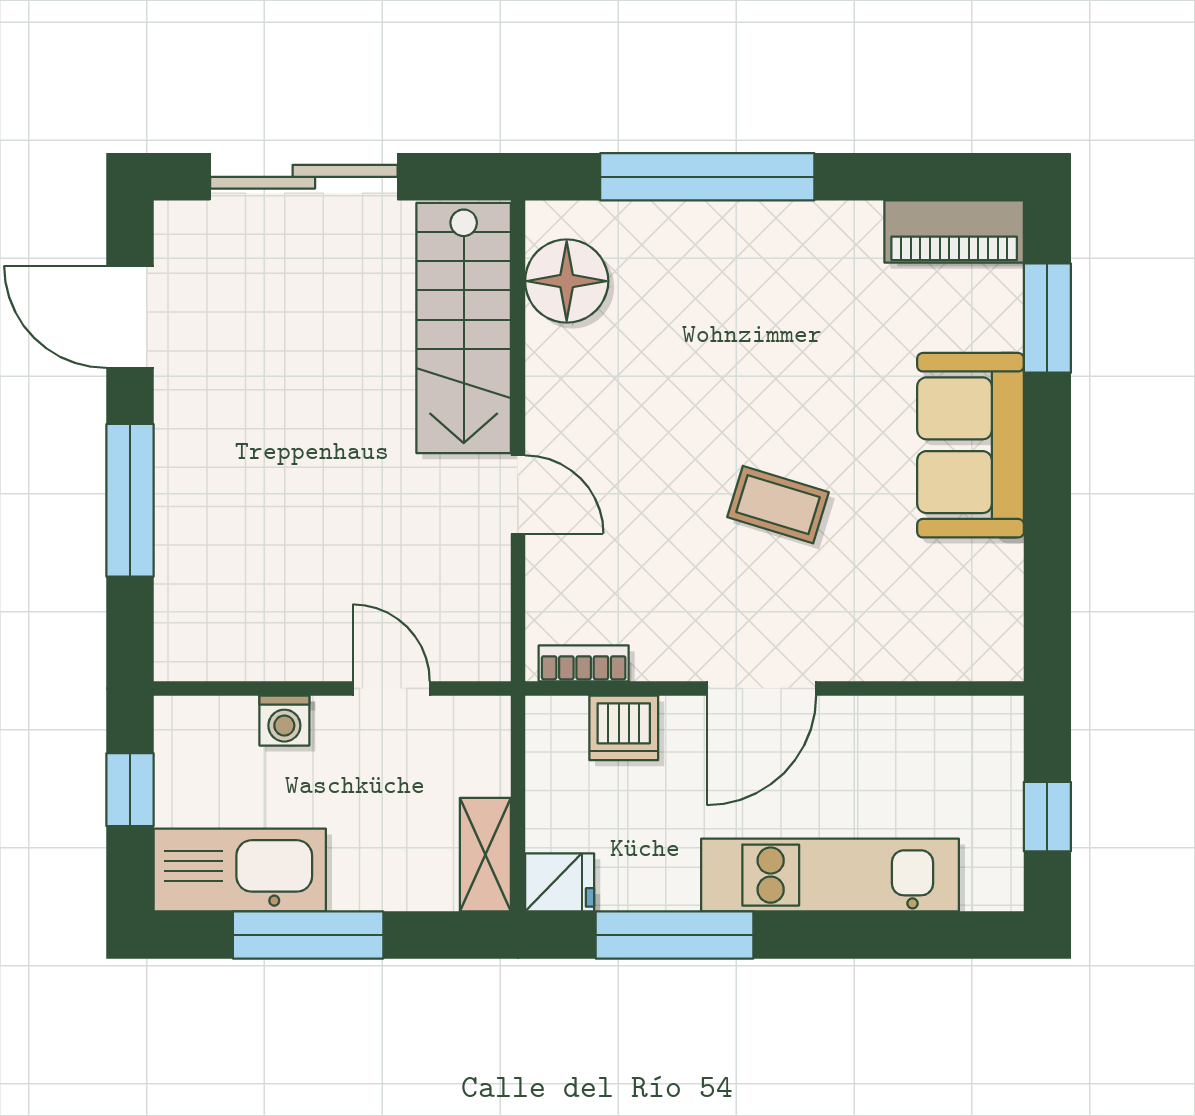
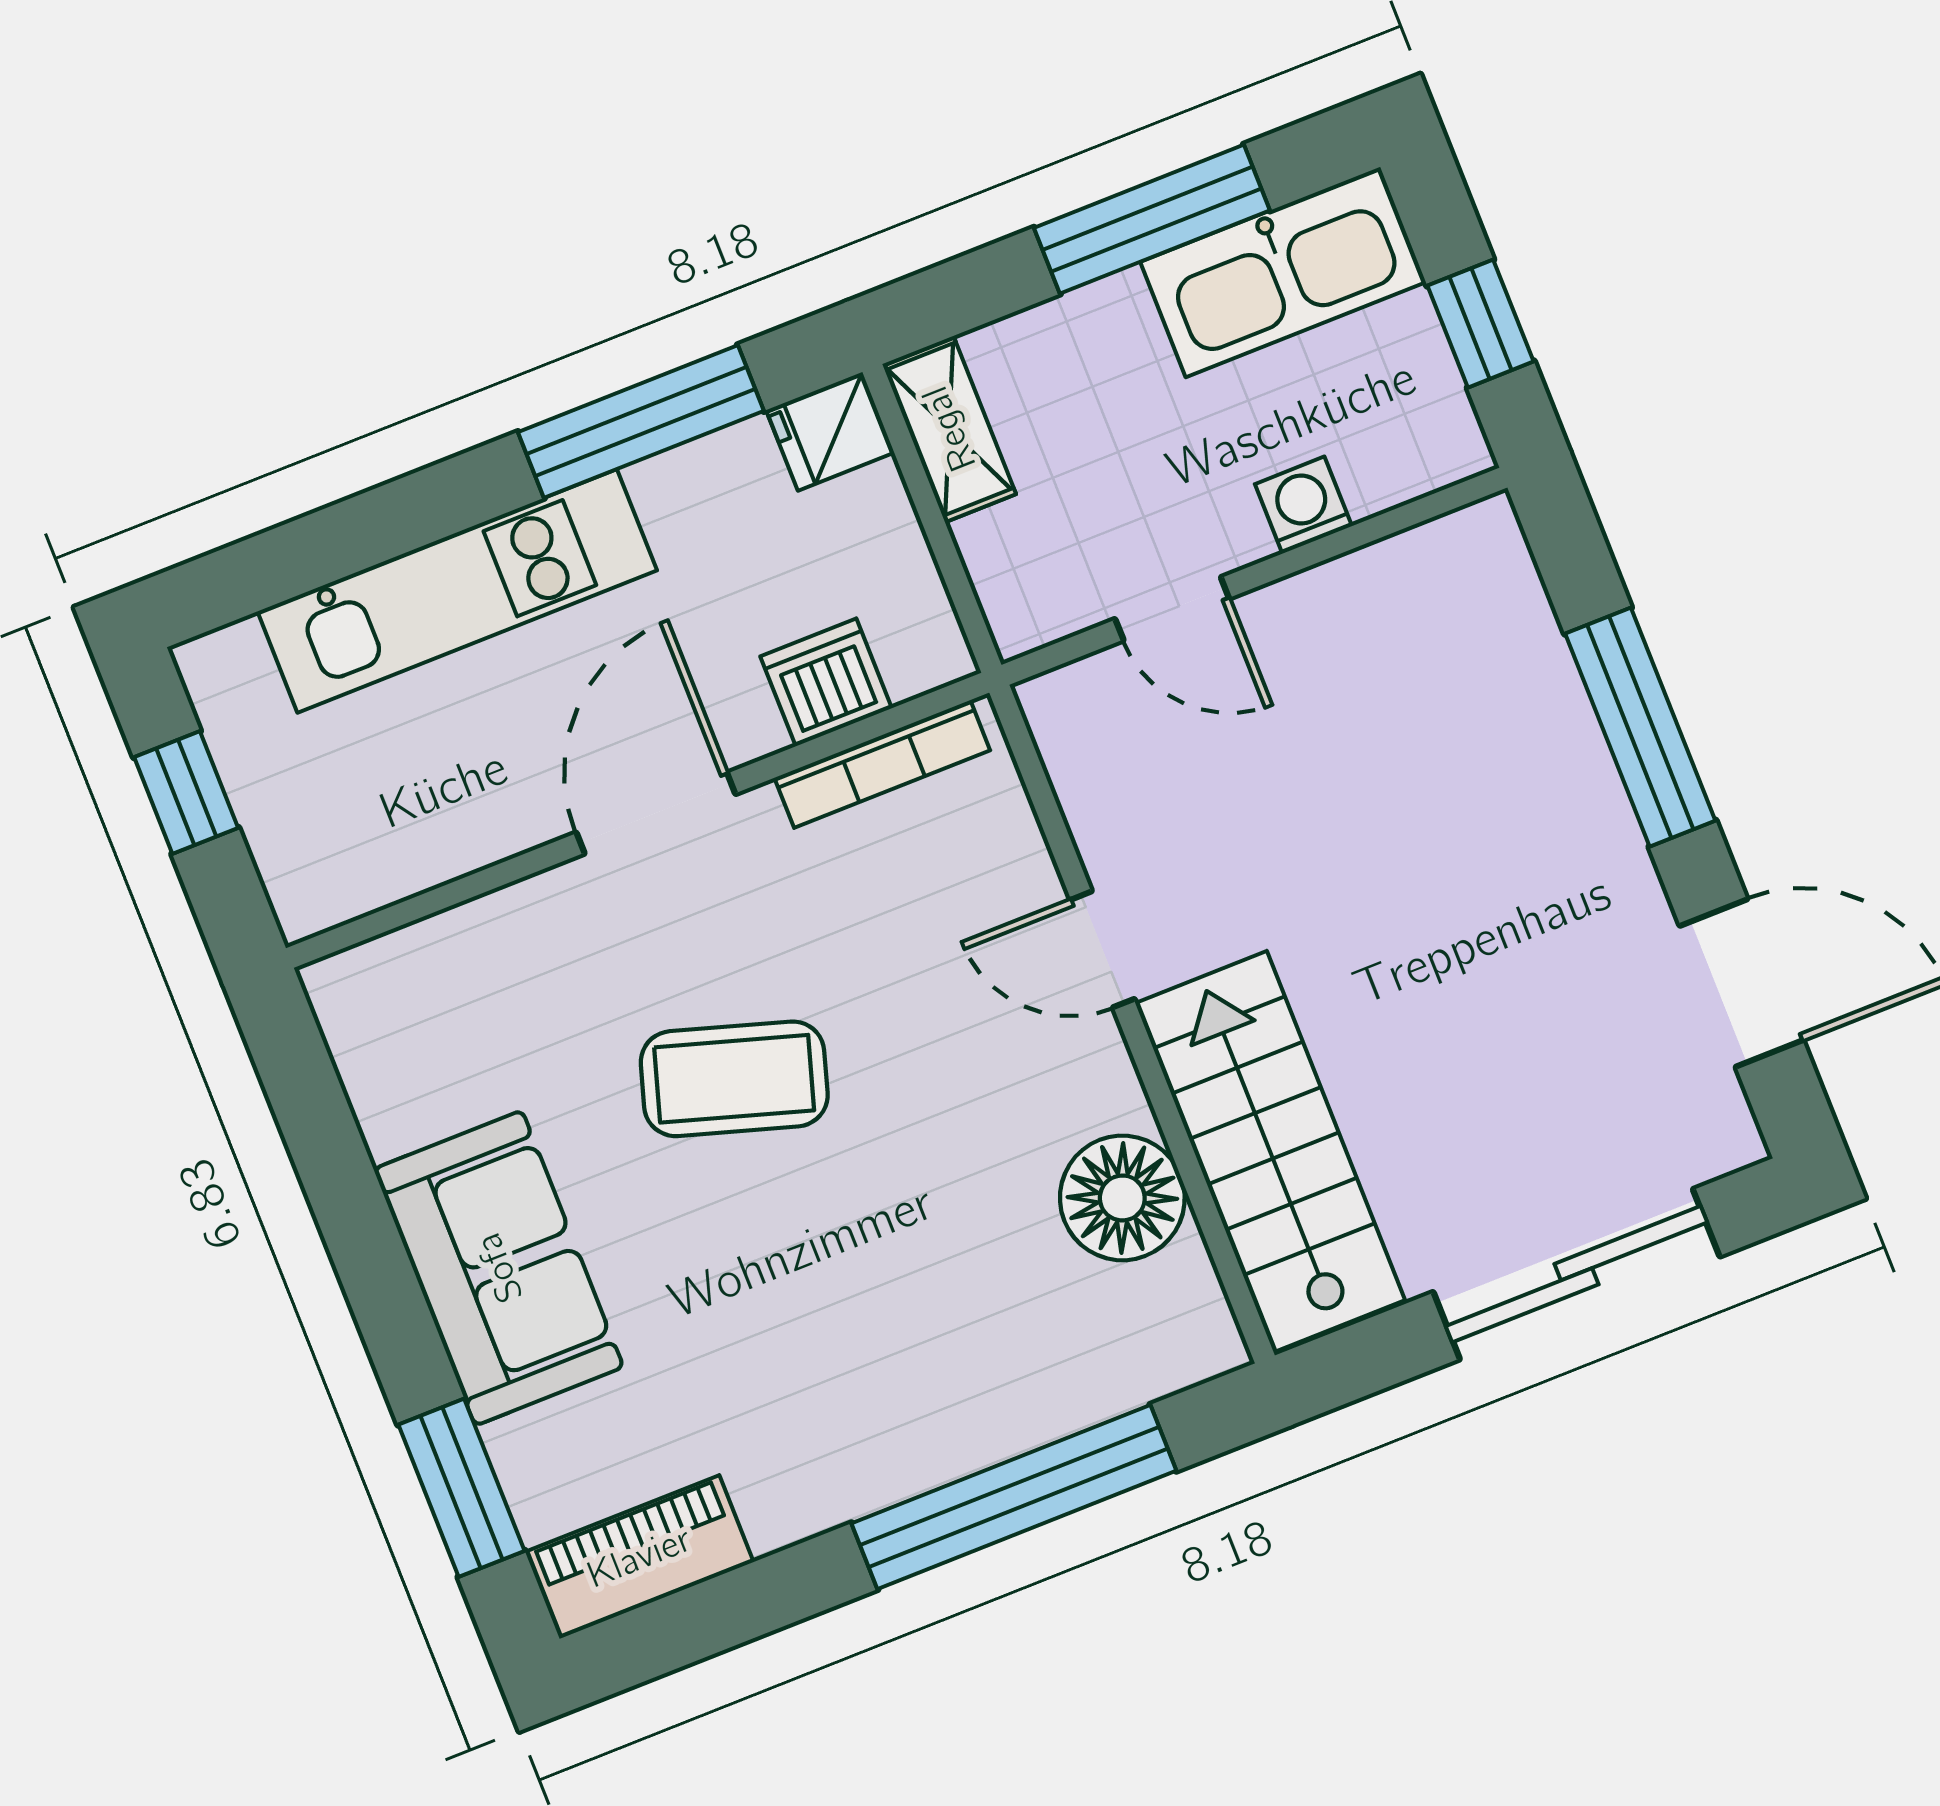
floor lamp: (567, 281) -> (1122, 1198), moved
coffee table: (778, 505) -> (734, 1079), width x1.36, depth x1.30
bookcase: (584, 663) -> (882, 764), width x1.56

